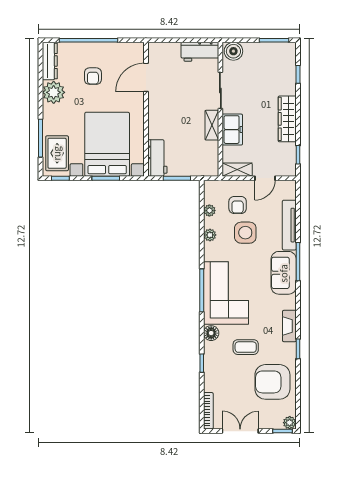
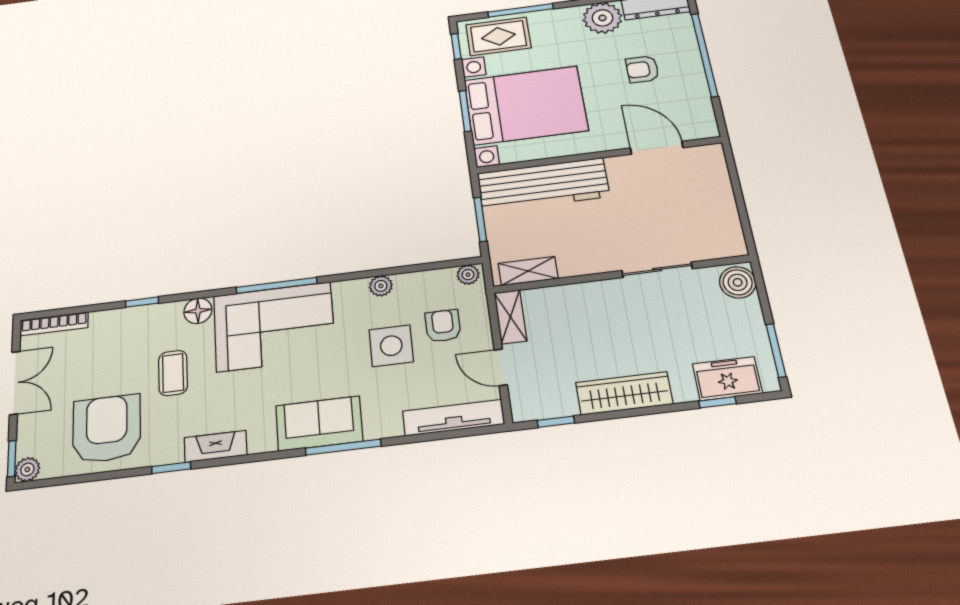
workbench: (200, 52) -> (724, 227), removed
shelving: (212, 125) -> (528, 271), moved
freezer: (232, 130) -> (727, 379), moved, turned 180
workbench: (157, 158) -> (543, 185), width x1.88, depth x1.32
armchair: (238, 205) -> (443, 326), turned 90
plant: (209, 211) -> (468, 275), moved
tv unit: (289, 225) -> (453, 418), moved

